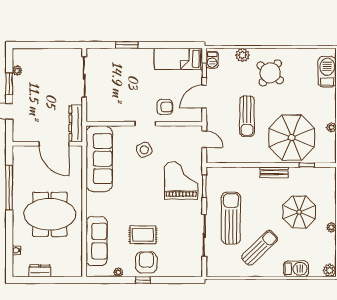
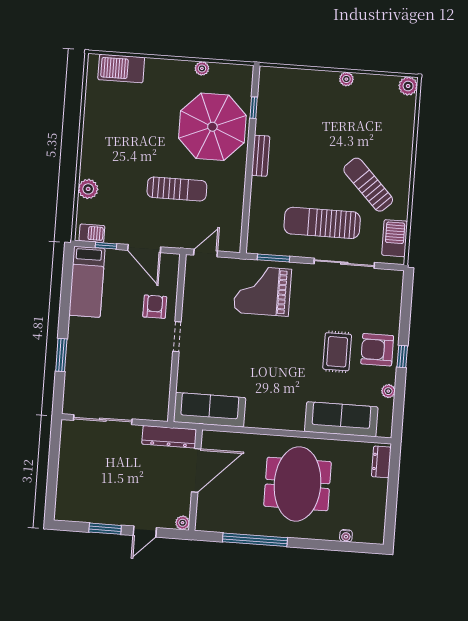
plant: (17, 71) -> (182, 523), moved
round table: (270, 73) -> (117, 151), removed
side table: (144, 150) -> (214, 341), removed
sofa: (99, 159) -> (210, 410), width x0.74, depth x0.79
parasol: (299, 212) -> (321, 124), removed
barbecue: (296, 269) -> (395, 238), moved
dresser: (40, 271) -> (381, 462), moved

